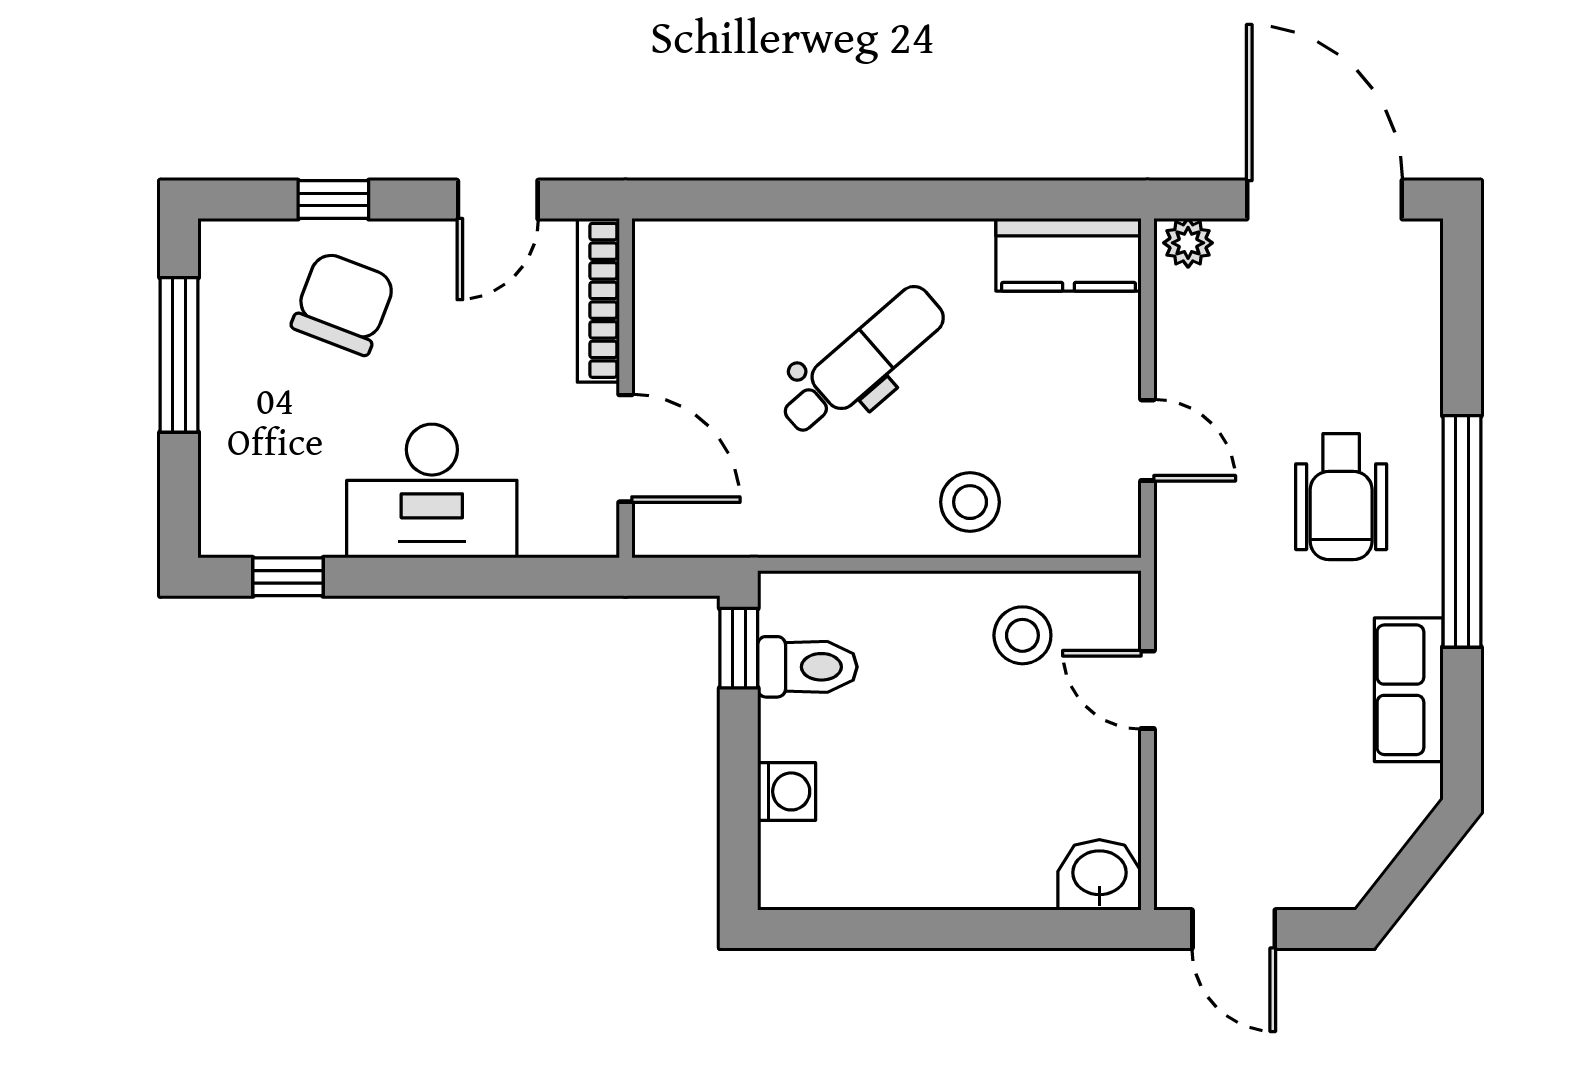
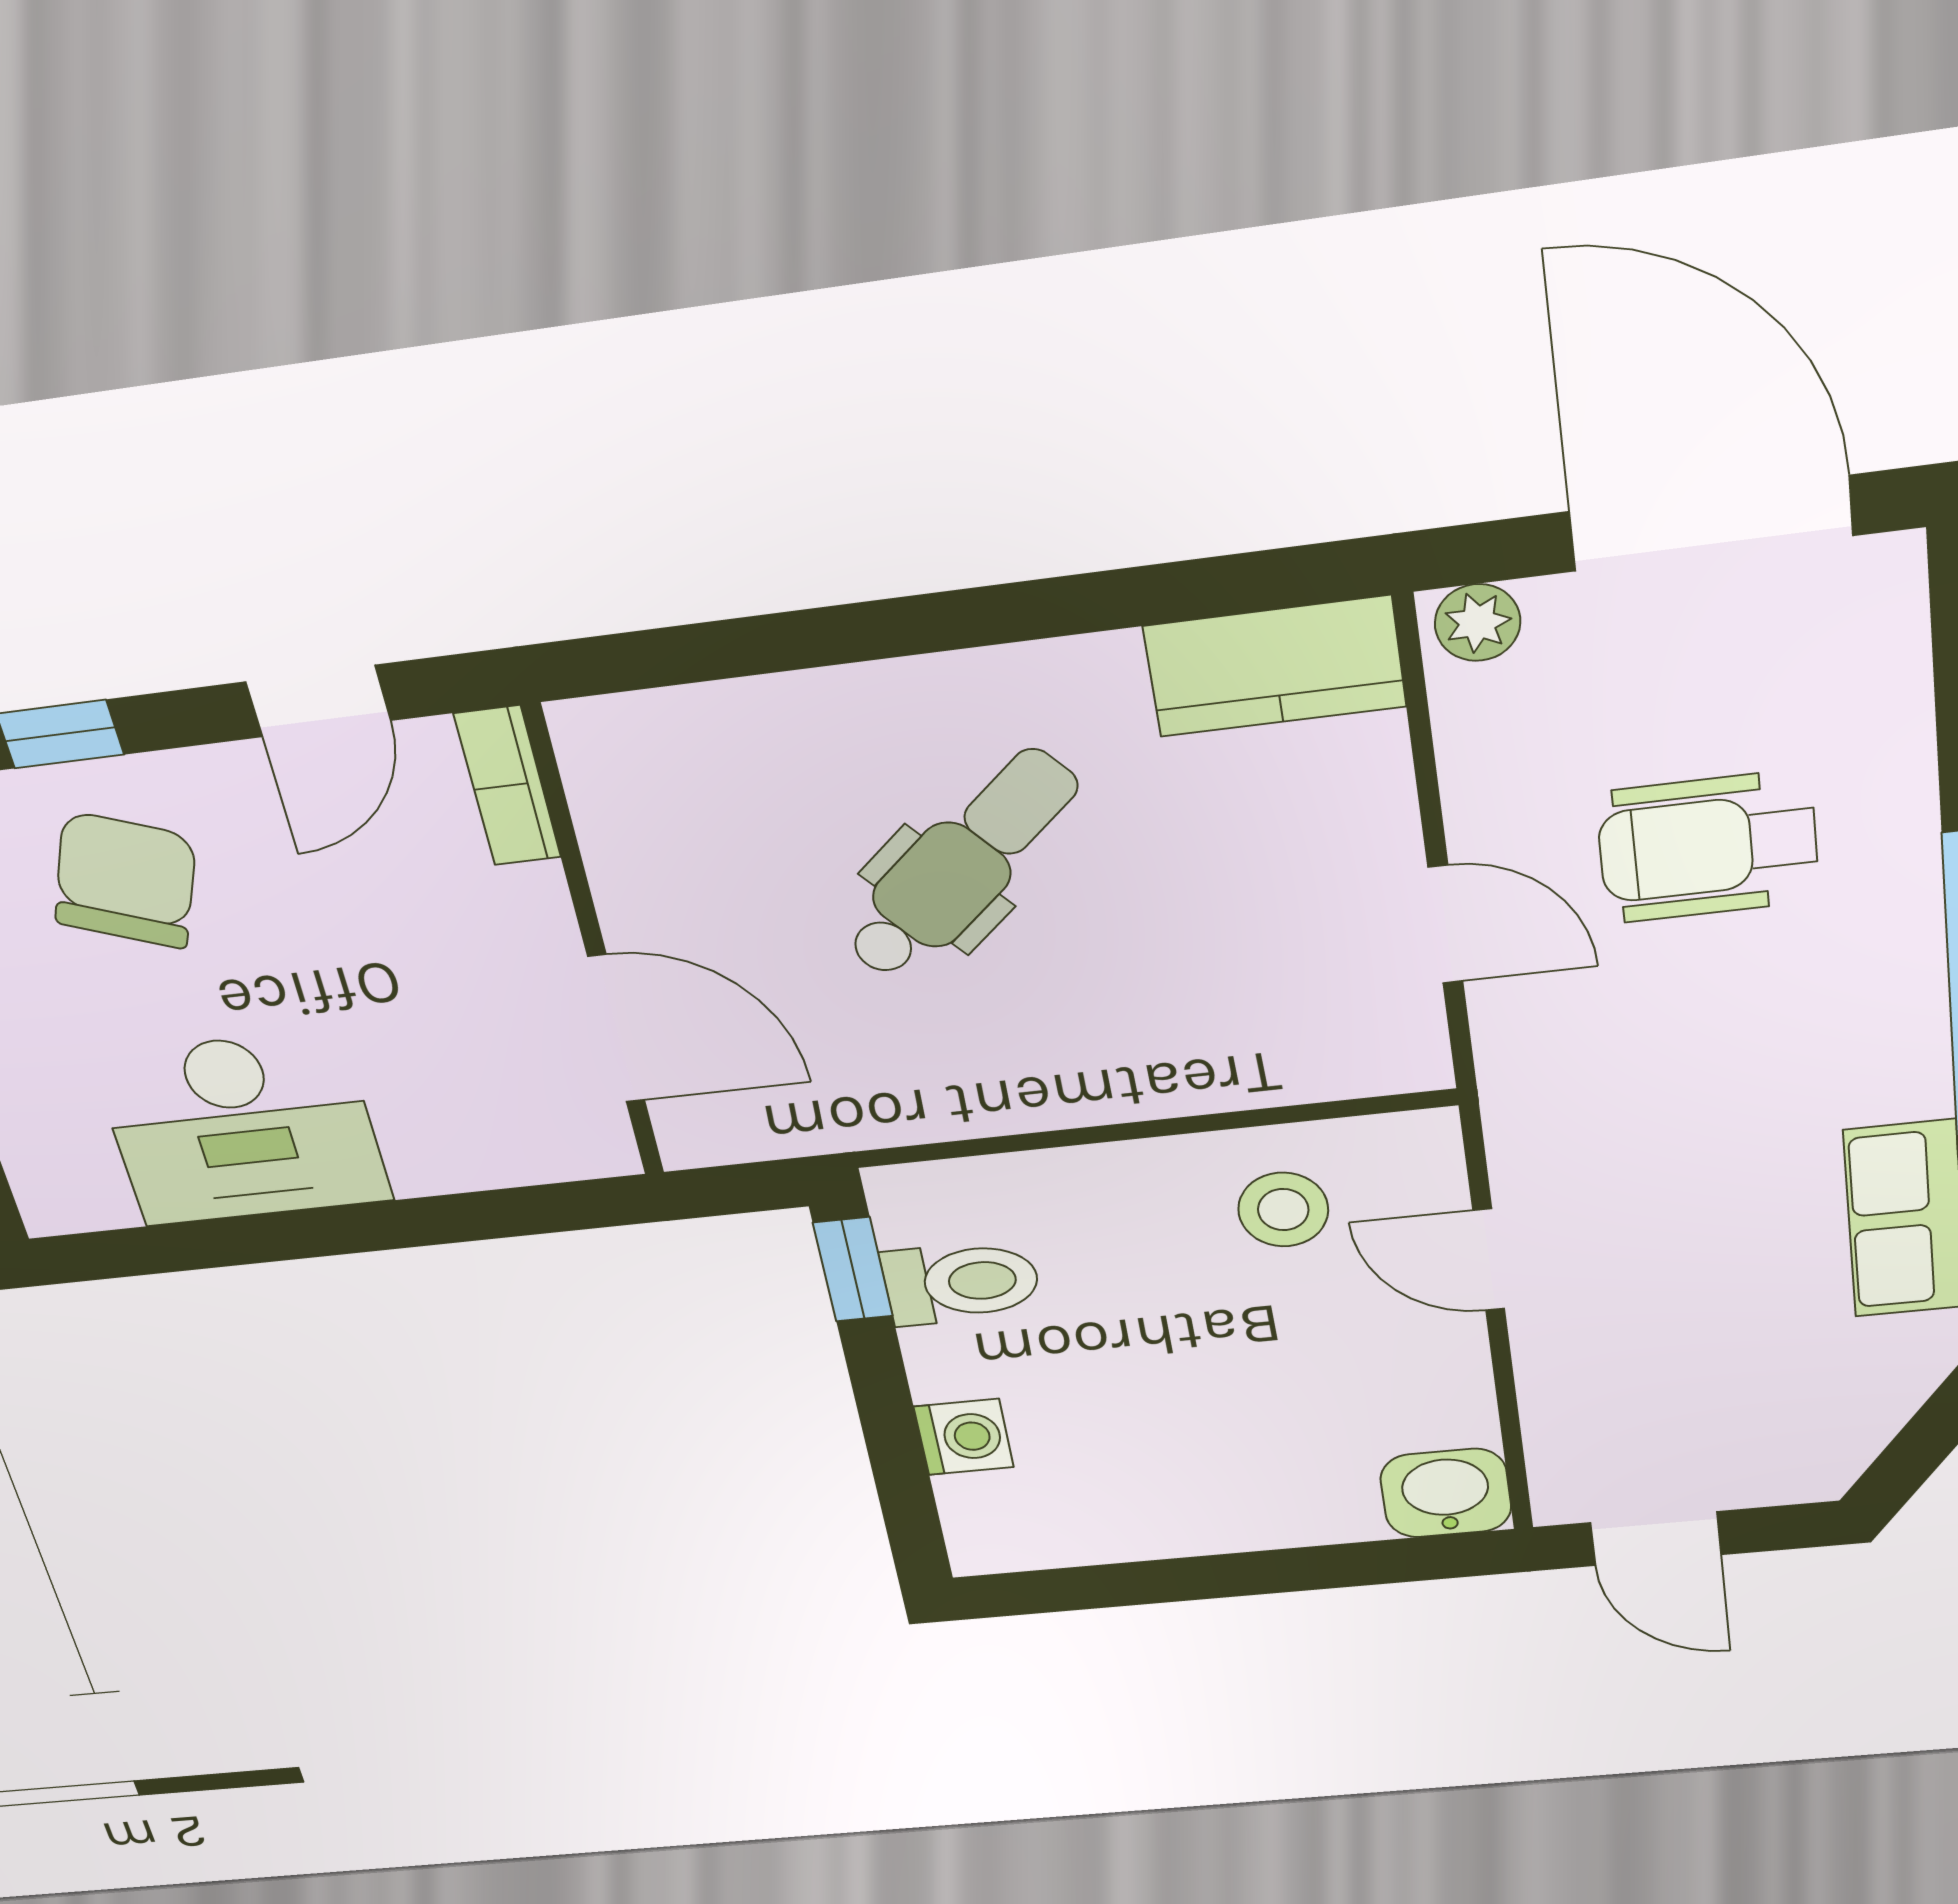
bookcase: (598, 300) -> (508, 786), width x0.64
desk: (432, 491) -> (242, 1128), moved
wheelchair: (1341, 497) -> (1708, 847), moved, turned 90
stool: (970, 502) -> (1171, 1042), removed
window: (288, 577) -> (166, 1249), removed

